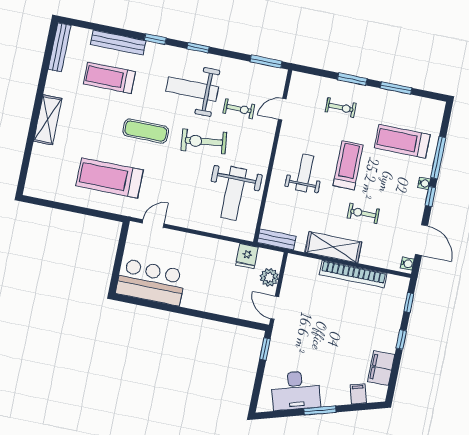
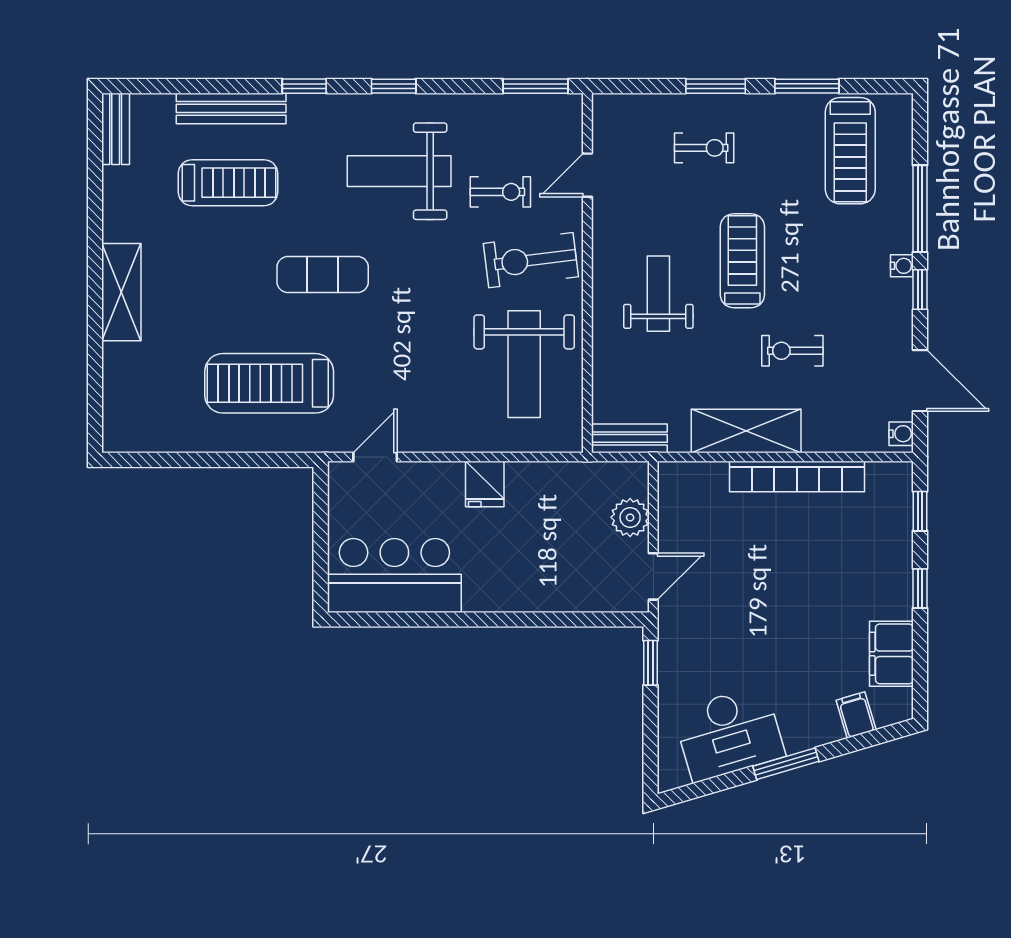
bench: (59, 47) -> (116, 129), width x0.73
treadmill: (109, 78) -> (228, 183), turned 180
exercise bike: (204, 141) -> (531, 260), moved
treadmill: (402, 141) -> (850, 151), moved, turned -90
fridge: (247, 256) -> (485, 484), moved
door: (275, 308) -> (653, 576), swing flipped

